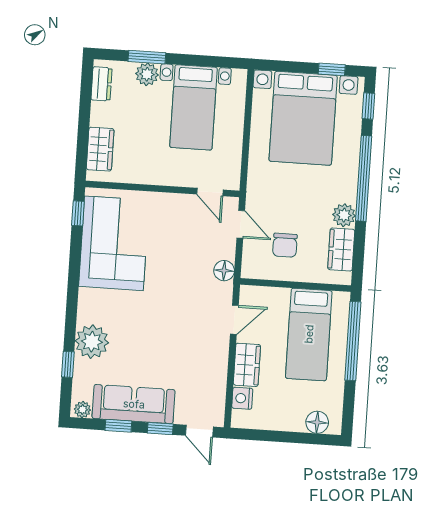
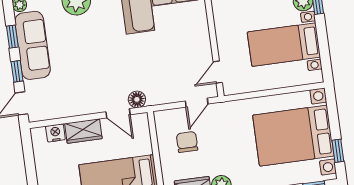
chair: (285, 245) -> (187, 142), turned 90
floor lamp: (224, 271) -> (137, 99), moved

